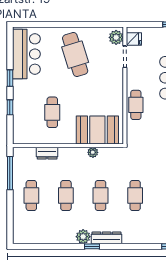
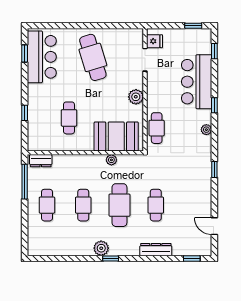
plant: (116, 37) -> (136, 97), moved
window: (10, 78) -> (25, 54), moved
cafe table: (136, 105) -> (157, 128), moved
dresser: (47, 153) -> (41, 161), moved
cafe table: (101, 195) -> (119, 205), width x1.37, depth x1.35
dresser: (107, 238) -> (156, 250), moved

